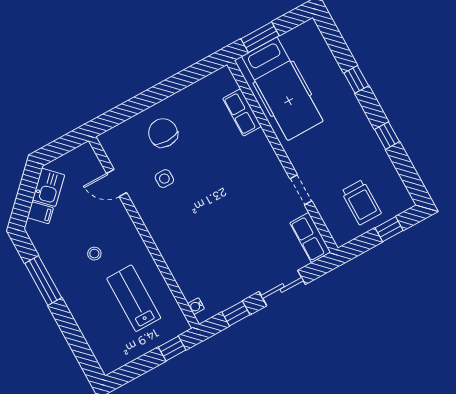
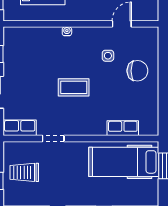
coffee table: (225, 199) -> (74, 87), added
water cooler: (196, 306) -> (67, 31), moved

